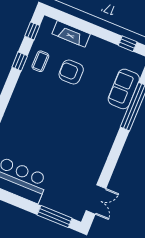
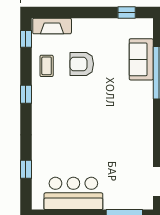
fireplace: (71, 34) -> (52, 26), moved
window: (20, 61) -> (26, 94), moved

